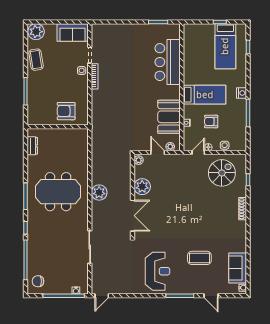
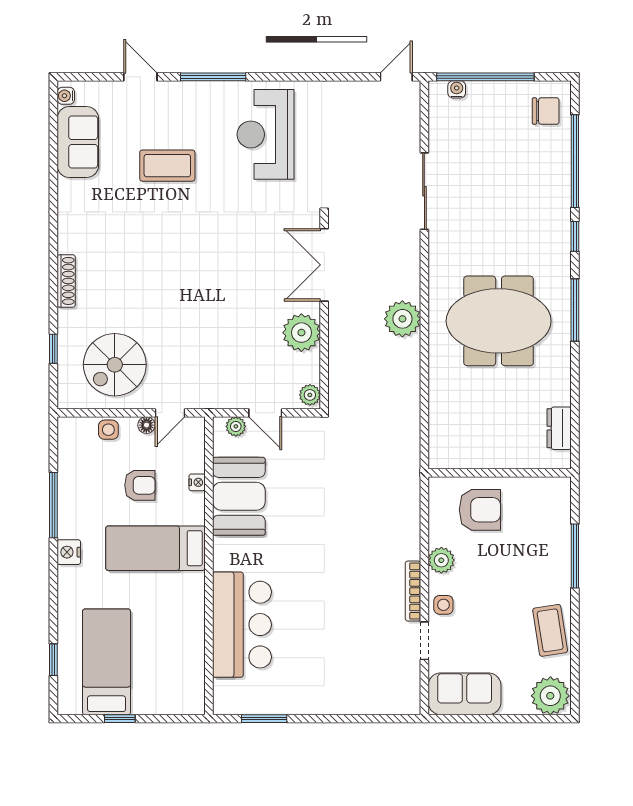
plant: (83, 89) -> (441, 560), added

